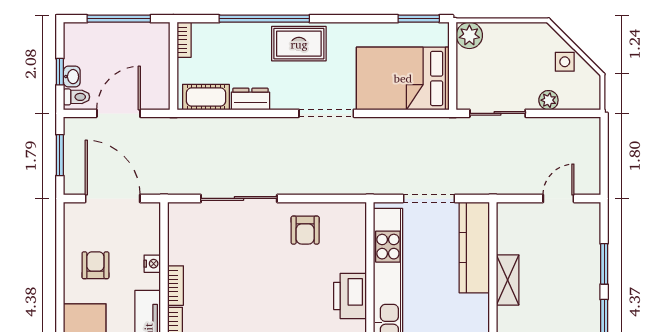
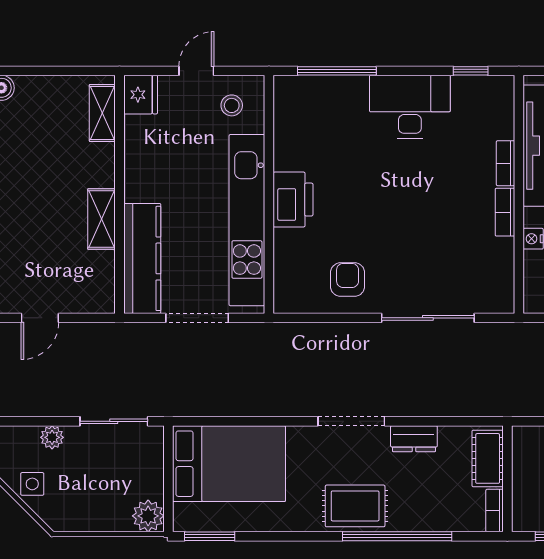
cot: (206, 97) -> (488, 458), moved, turned 90
doorway: (326, 113) -> (351, 421), moved

